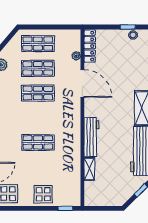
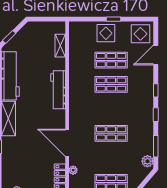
shop shelf: (38, 68) -> (111, 60), moved
shelving: (89, 169) -> (60, 46), moved
window: (65, 208) -> (114, 19), moved

